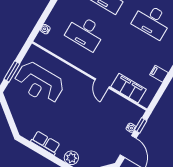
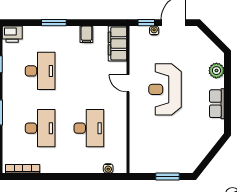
reception desk: (39, 83) -> (165, 89), moved, turned 180
door: (102, 83) -> (128, 83), swing flipped
filing cabinet: (128, 88) -> (118, 44), moved

